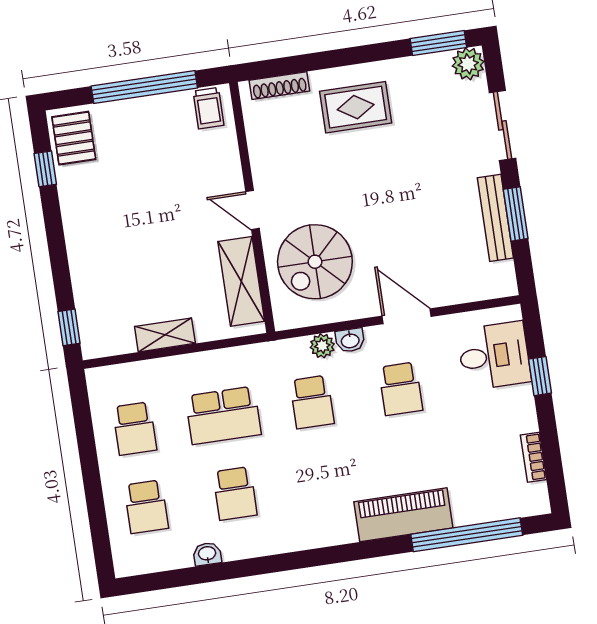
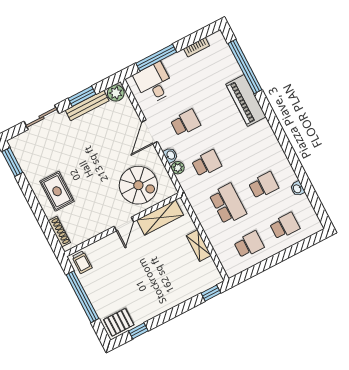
plant: (468, 64) -> (116, 93), moved
trolley: (209, 108) -> (82, 262), turned 90
window: (540, 376) -> (156, 58), width x2.17

